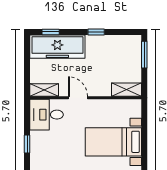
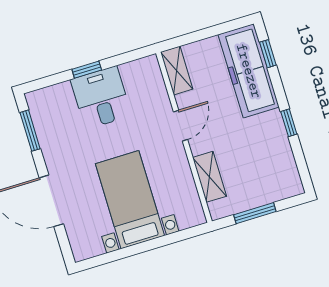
window: (144, 55) -> (255, 213), moved
shelving: (127, 90) -> (209, 177), moved
desk: (47, 115) -> (101, 98), moved

